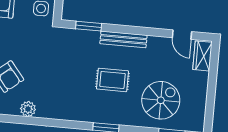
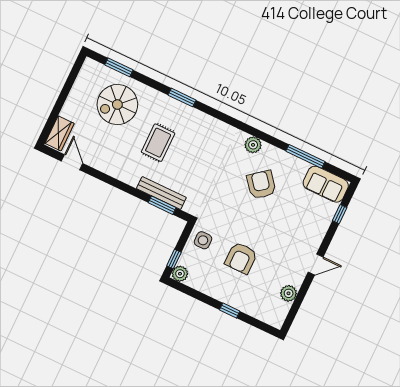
bench: (123, 39) -> (161, 193), moved
rug: (112, 80) -> (158, 143), turned 90

